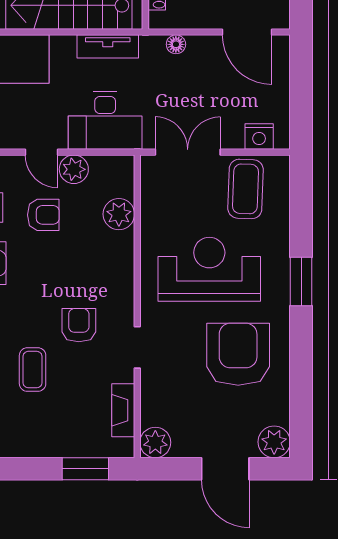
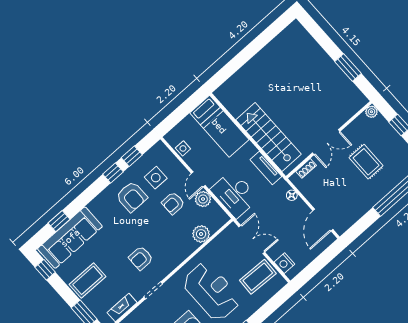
armchair: (43, 215) -> (173, 203), turned 90
armchair: (79, 325) -> (141, 258), turned 180
coffee table: (33, 370) -> (88, 280), moved, width x1.36, depth x1.30

